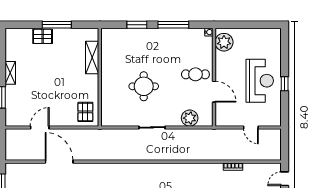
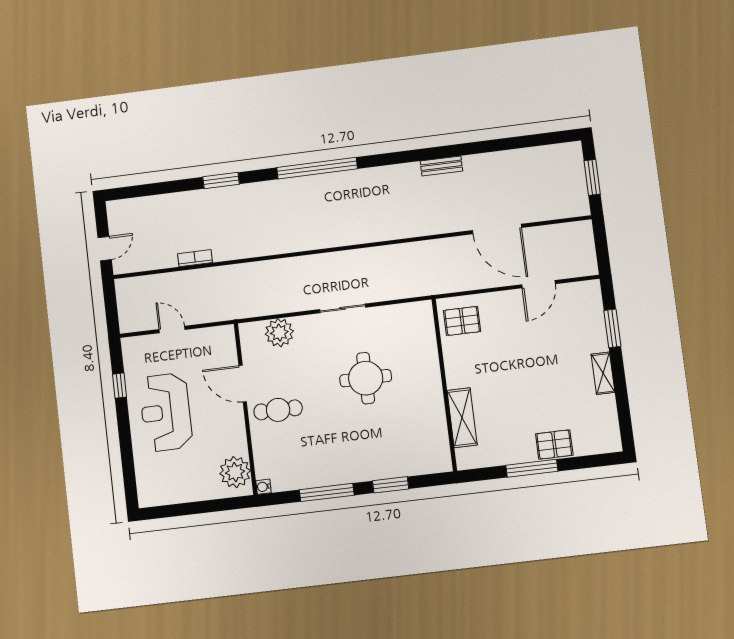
window: (285, 84) -> (119, 386), moved
pallet: (85, 112) -> (462, 321), turned 90

